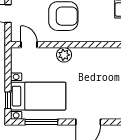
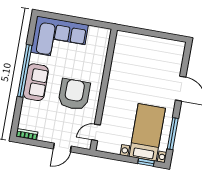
plant: (64, 55) -> (112, 100), removed

